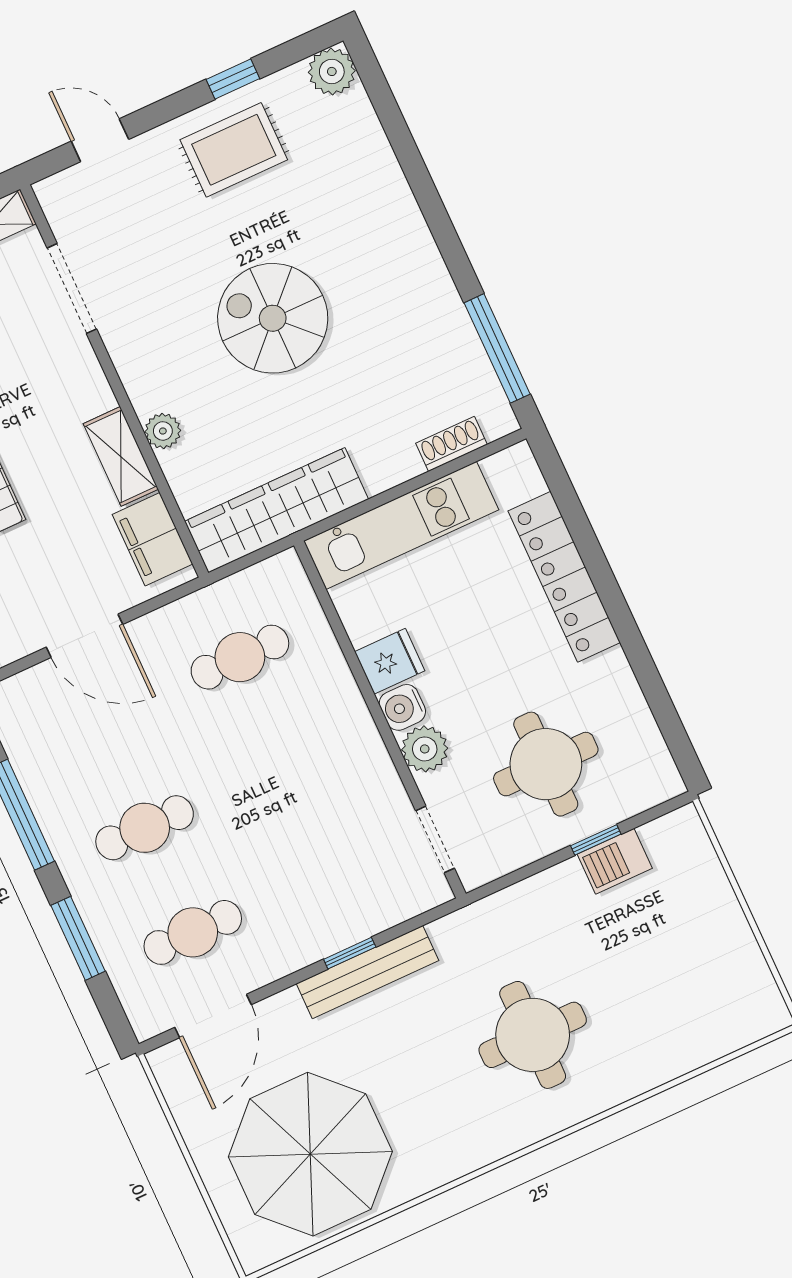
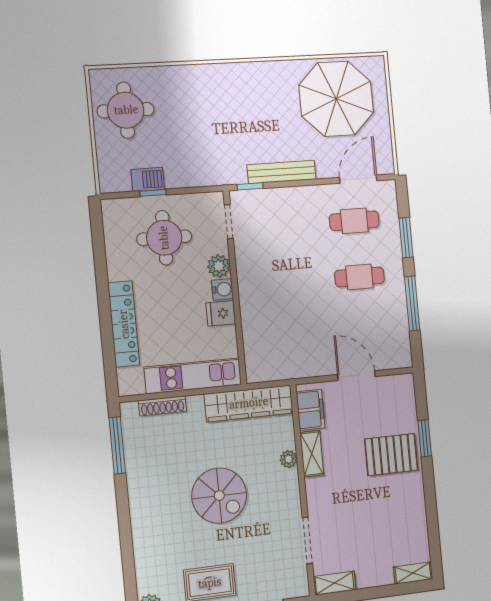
shoe rack: (452, 444) -> (162, 406), width x1.43
cafe table: (240, 657) -> (289, 340), removed
window: (350, 953) -> (250, 186), moved
round table: (533, 1035) -> (126, 110), moved

